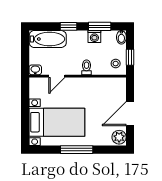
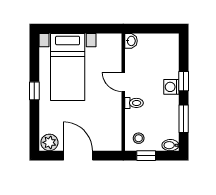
washing machine: (94, 36) -> (171, 87), moved
bathtub: (48, 39) -> (168, 56), removed
door: (57, 76) -> (123, 82), moved
window: (77, 150) -> (34, 91), width x0.46

